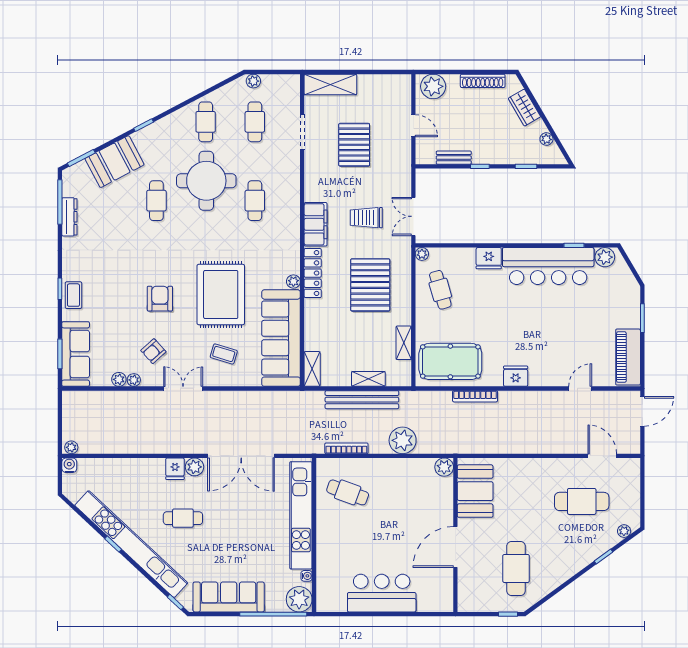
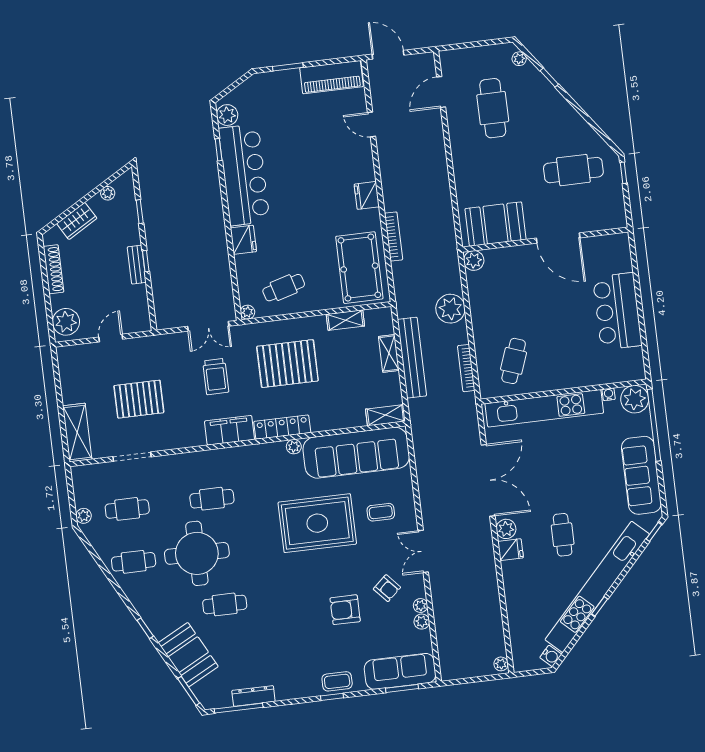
bench: (454, 158) -> (137, 265), moved
armchair: (160, 299) -> (345, 610), moved
coffee table: (224, 354) -> (381, 512), turned 73
water cooler: (69, 465) -> (551, 656), moved, turned -137

